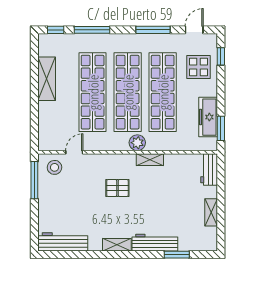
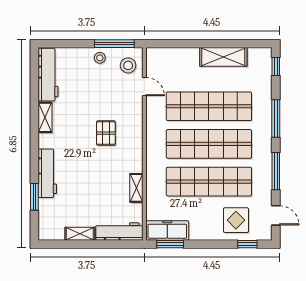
window: (92, 30) -> (276, 118), moved
freezer: (208, 117) -> (167, 230), moved
plant: (137, 143) -> (155, 154), removed
shelving: (150, 160) -> (136, 188), moved
workbench: (209, 170) -> (119, 232), width x1.38
stool: (47, 194) -> (100, 58), added
shelving: (117, 245) -> (45, 117), moved

